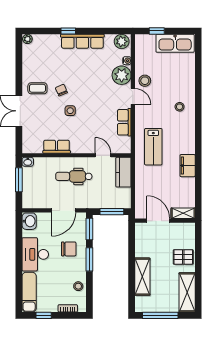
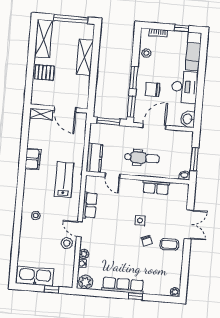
plant: (122, 75) -> (84, 254), width x0.53, depth x0.53

